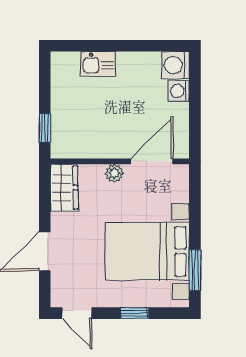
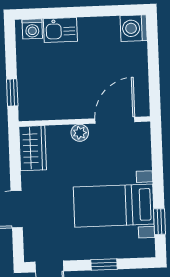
washing machine: (179, 91) -> (32, 29), moved, turned -90
bed with nightstands: (147, 251) -> (114, 206), width x0.73
window: (195, 270) -> (159, 222), width x0.67

